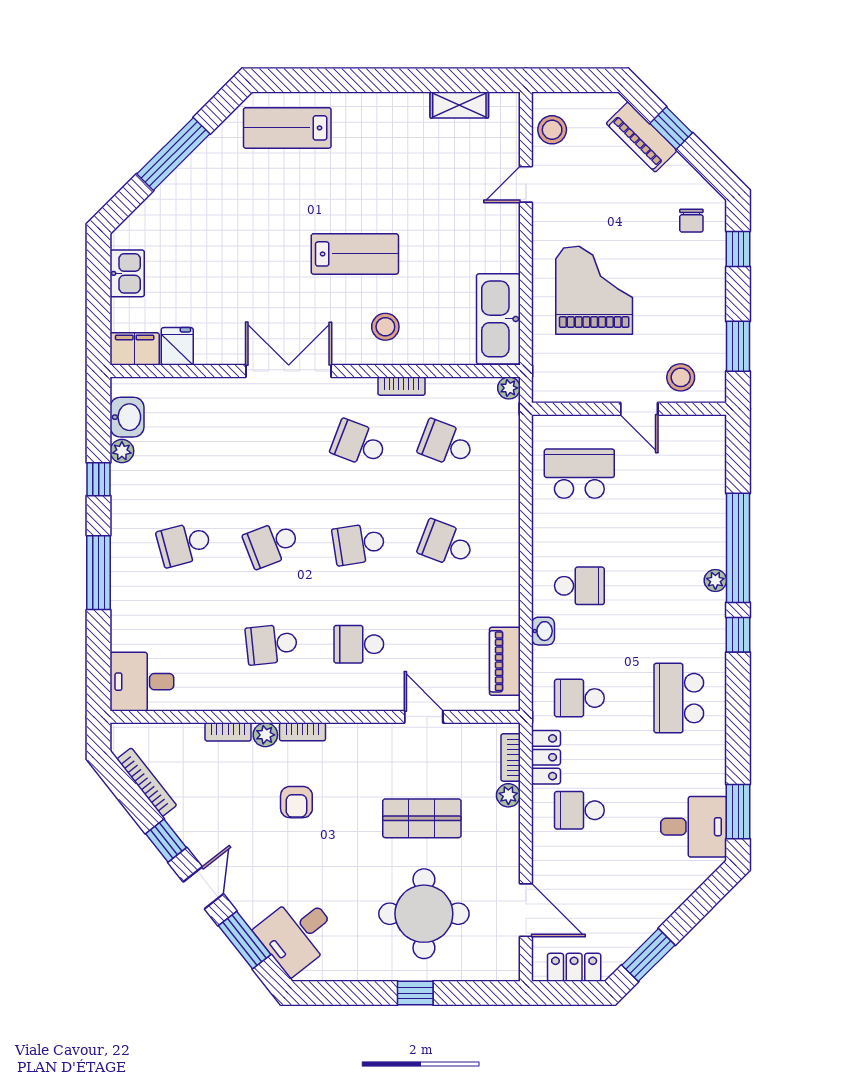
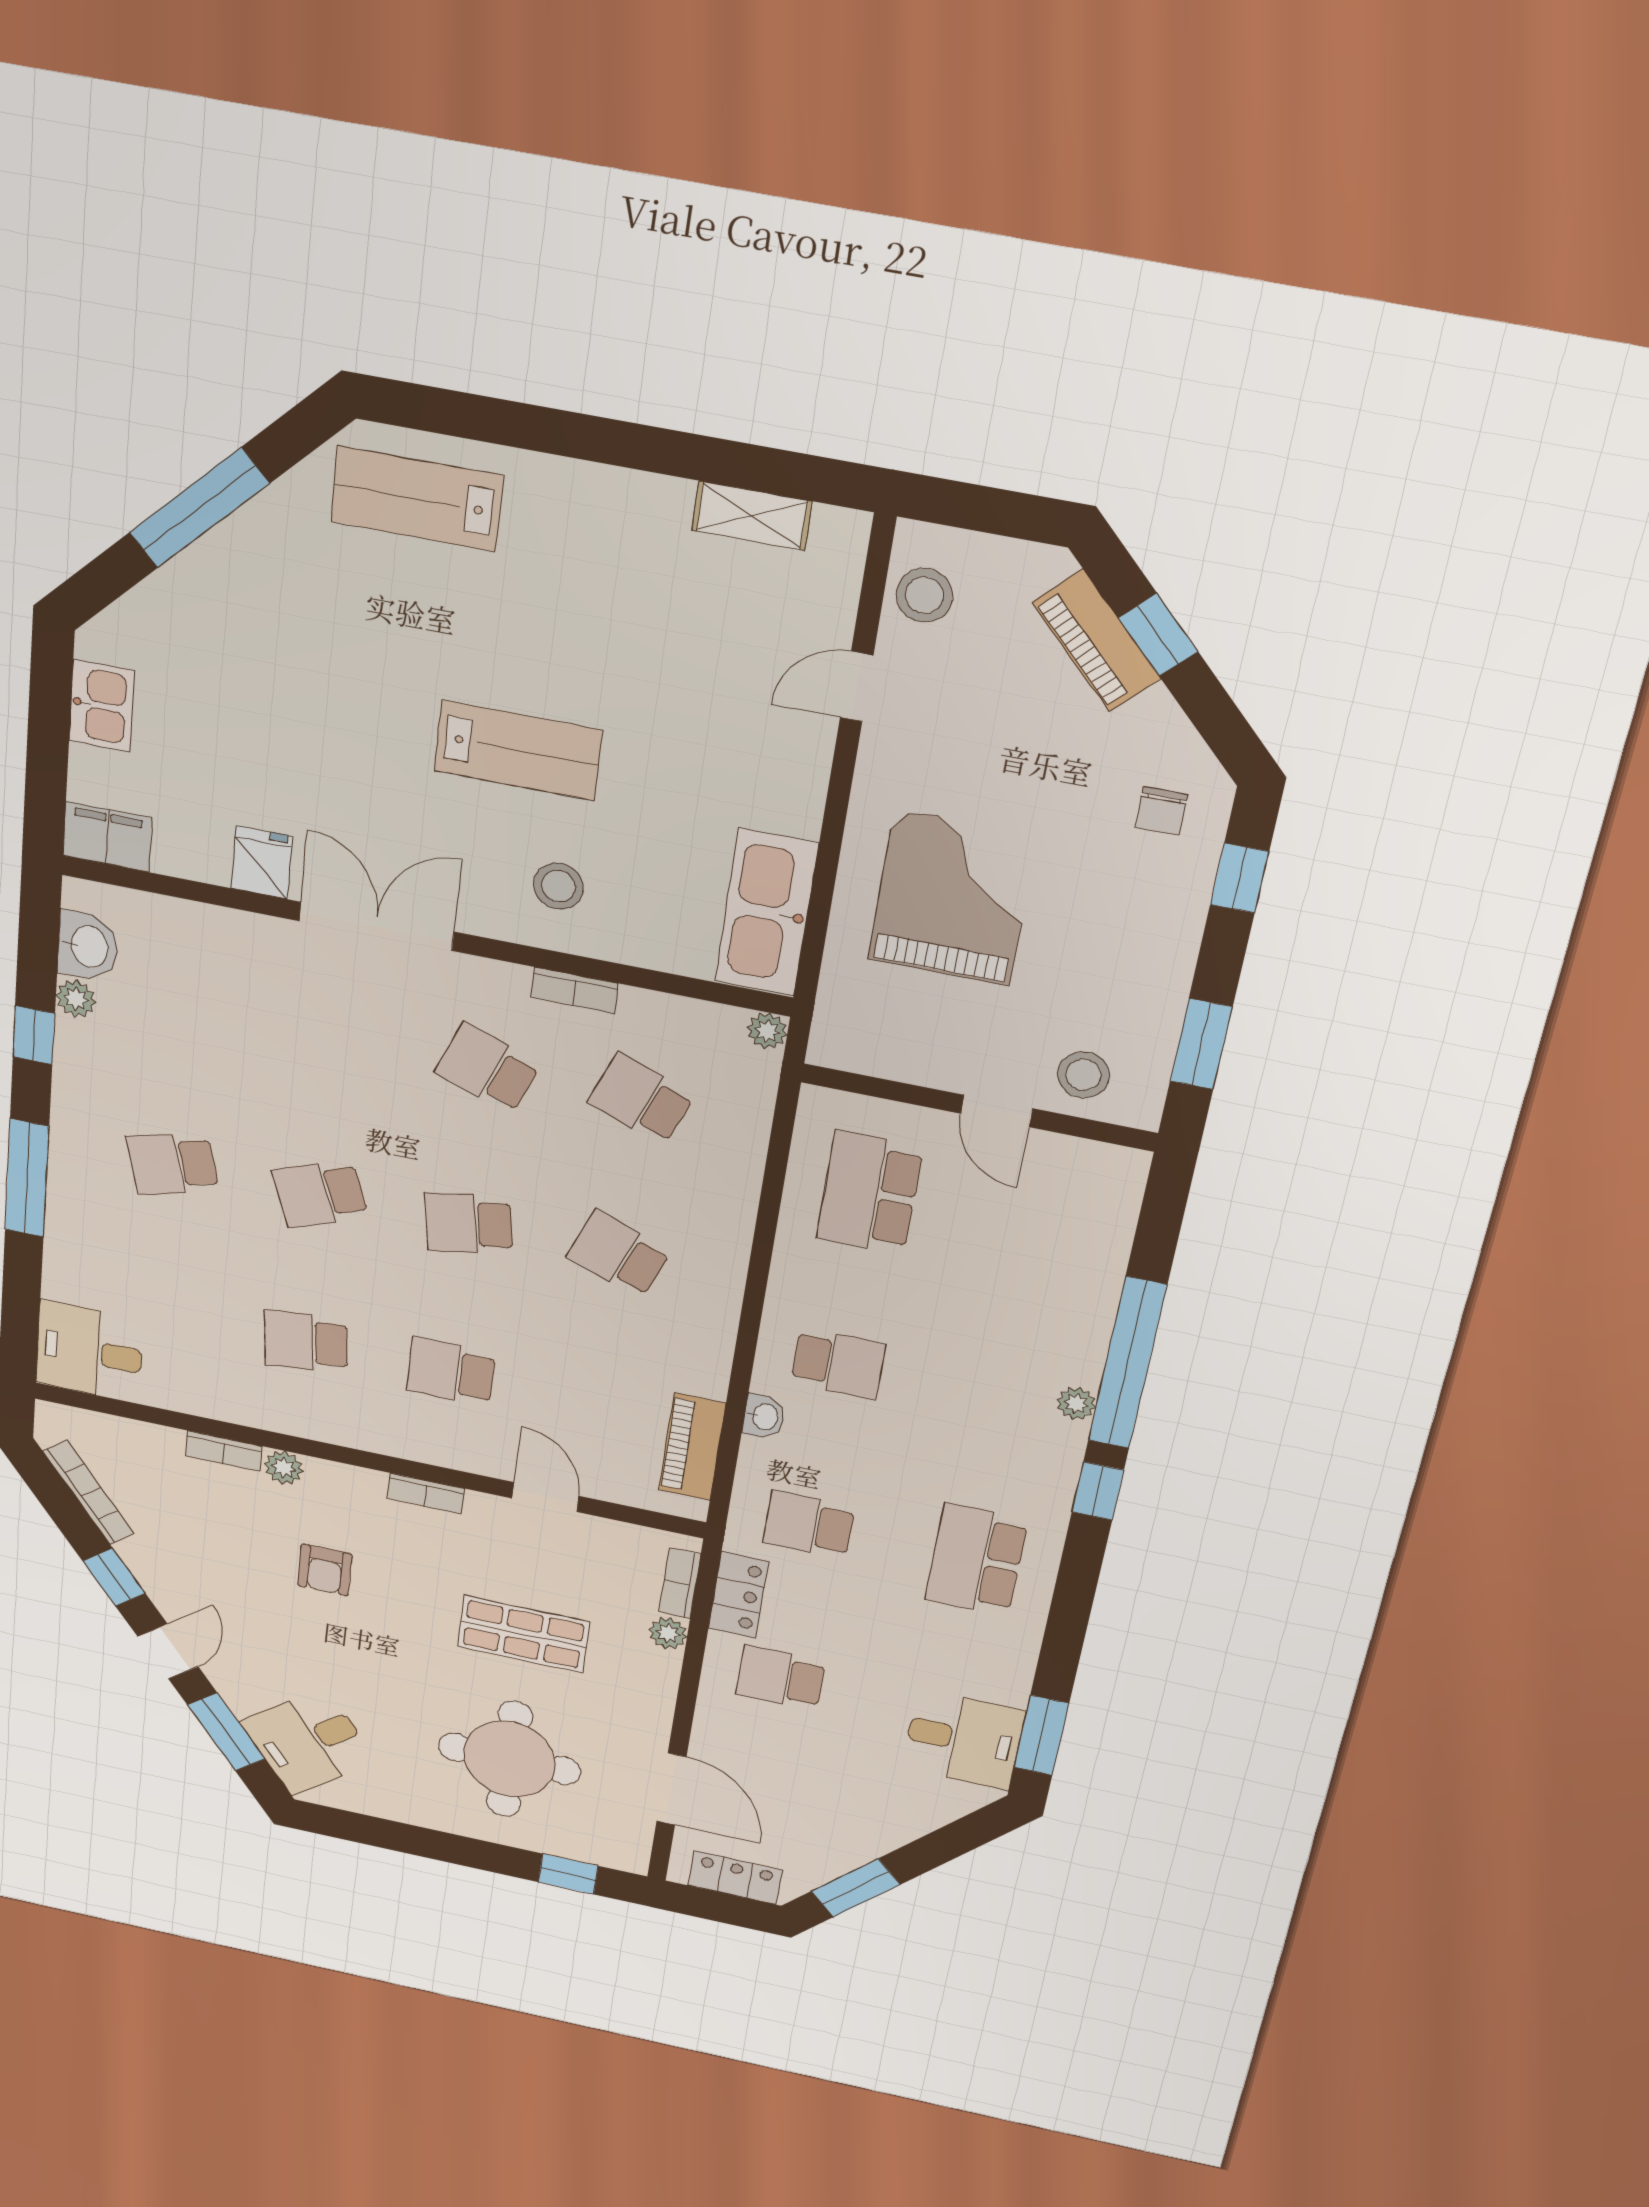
fridge: (177, 346) -> (262, 862), moved
school desk: (579, 474) -> (870, 1193), turned -90
bookcase: (303, 732) -> (426, 1493), moved
window: (415, 993) -> (568, 1874), moved

